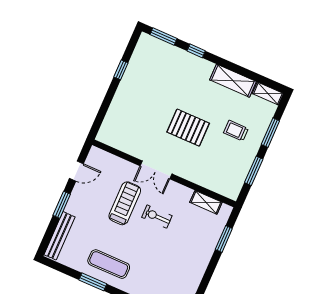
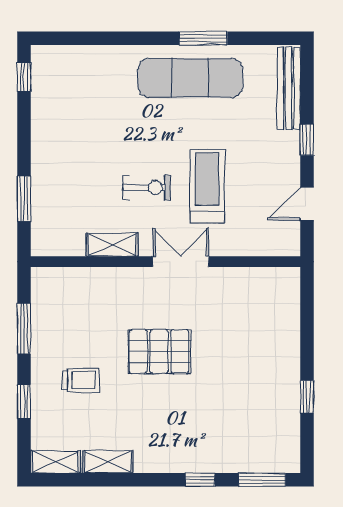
shelving: (233, 81) -> (108, 462), width x0.67, depth x0.75
window: (270, 133) -> (24, 401), width x0.67
shelving: (206, 202) -> (112, 245), moved
treadmill: (125, 203) -> (207, 186), turned 180
window: (62, 205) -> (307, 140), width x0.67
exercise mat: (109, 264) -> (190, 78), width x1.36, depth x1.45

